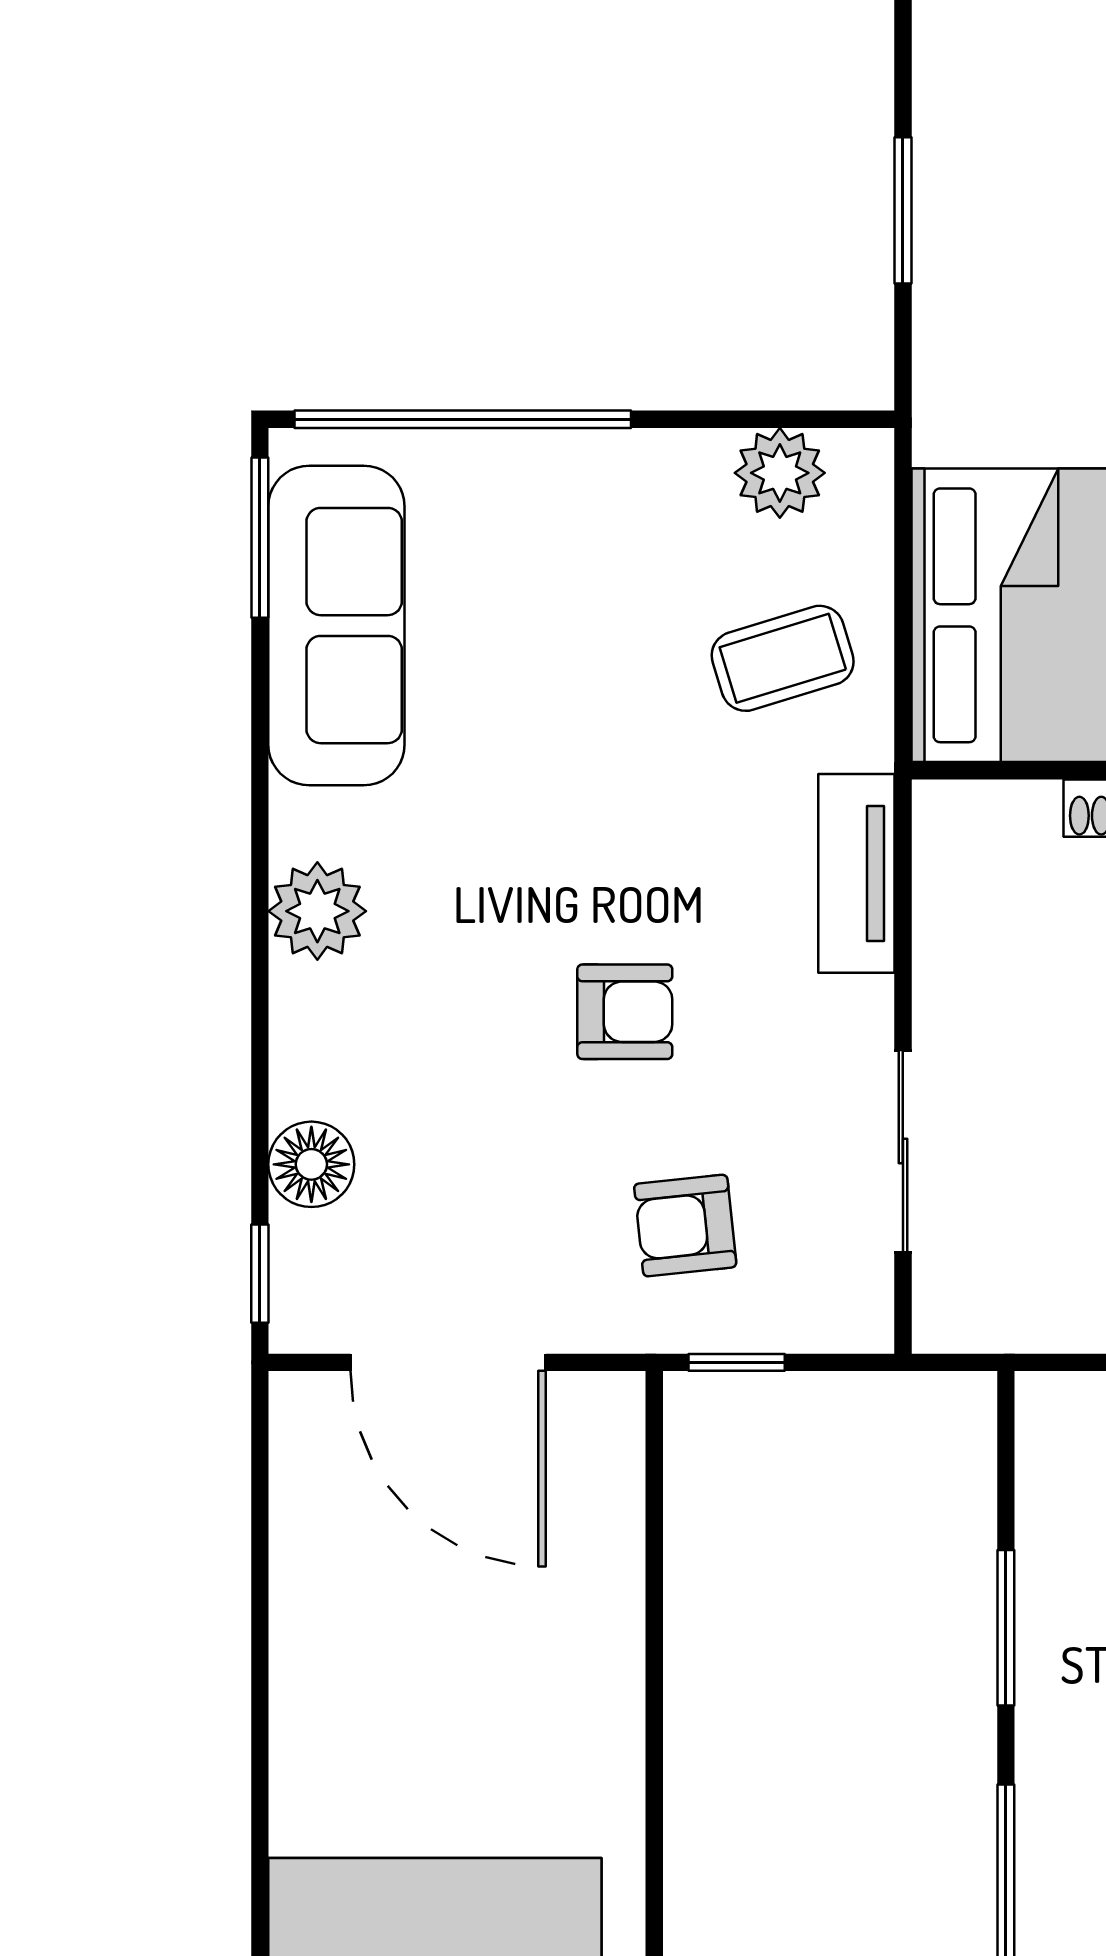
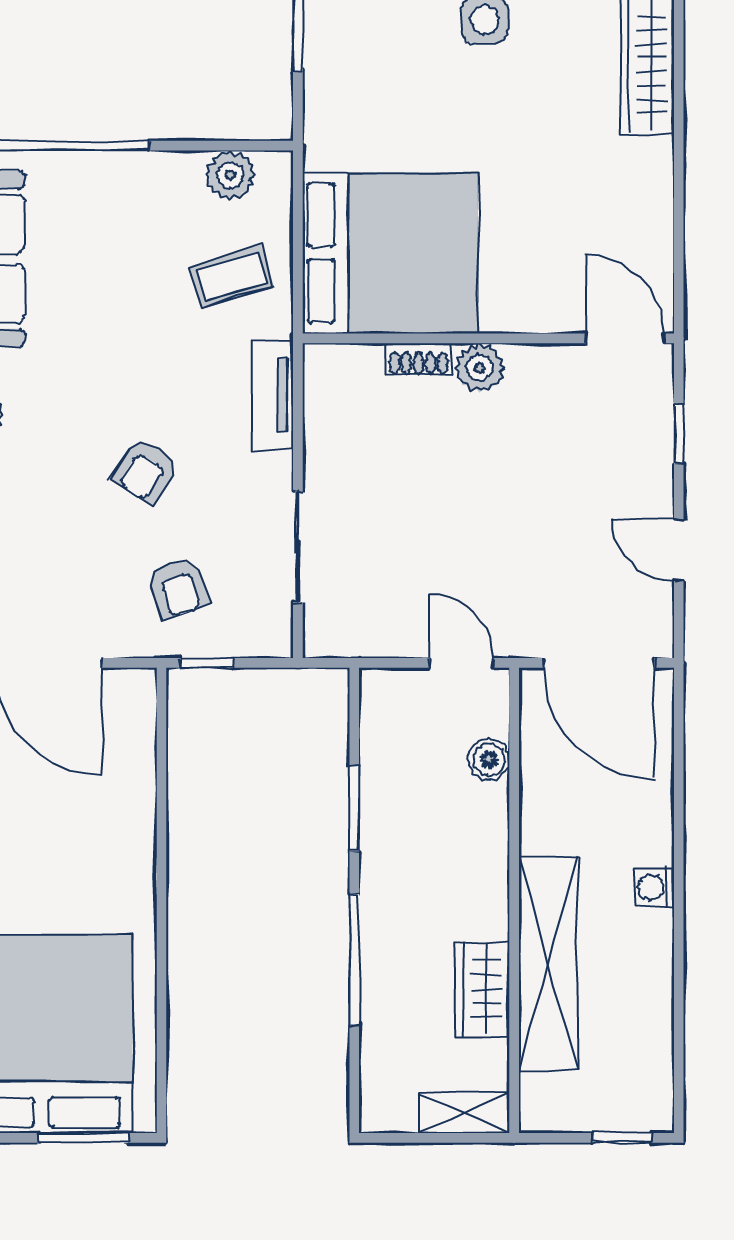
armchair: (625, 1012) -> (145, 471), turned 121
armchair: (685, 1226) -> (178, 588), turned -103

